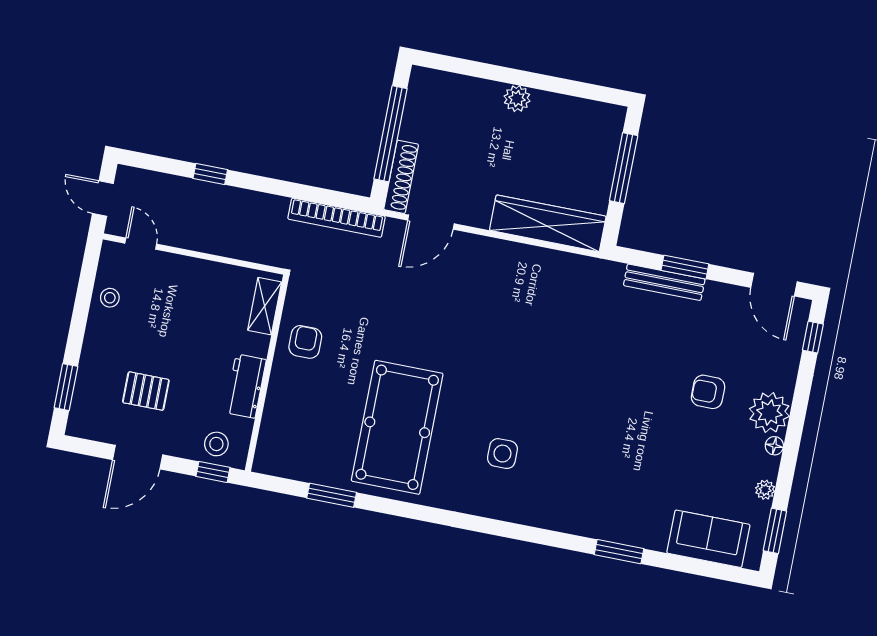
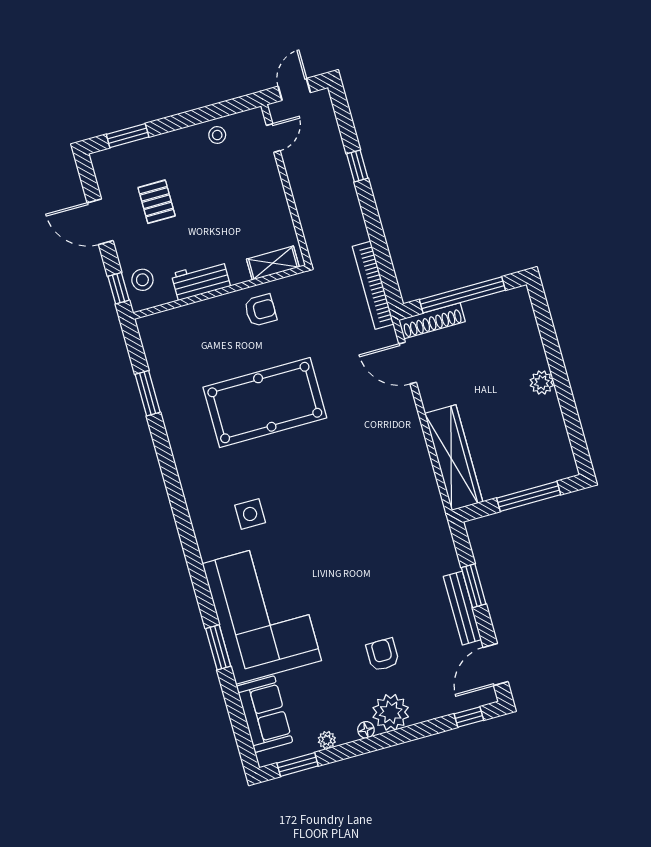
bench: (664, 282) -> (462, 608), moved
pool table: (397, 427) -> (265, 403), moved
corner sofa: (606, 491) -> (262, 612), added

